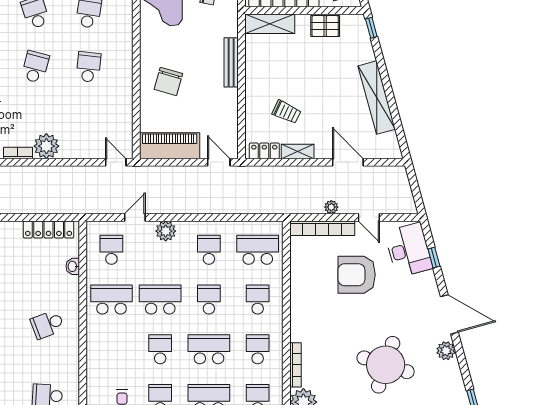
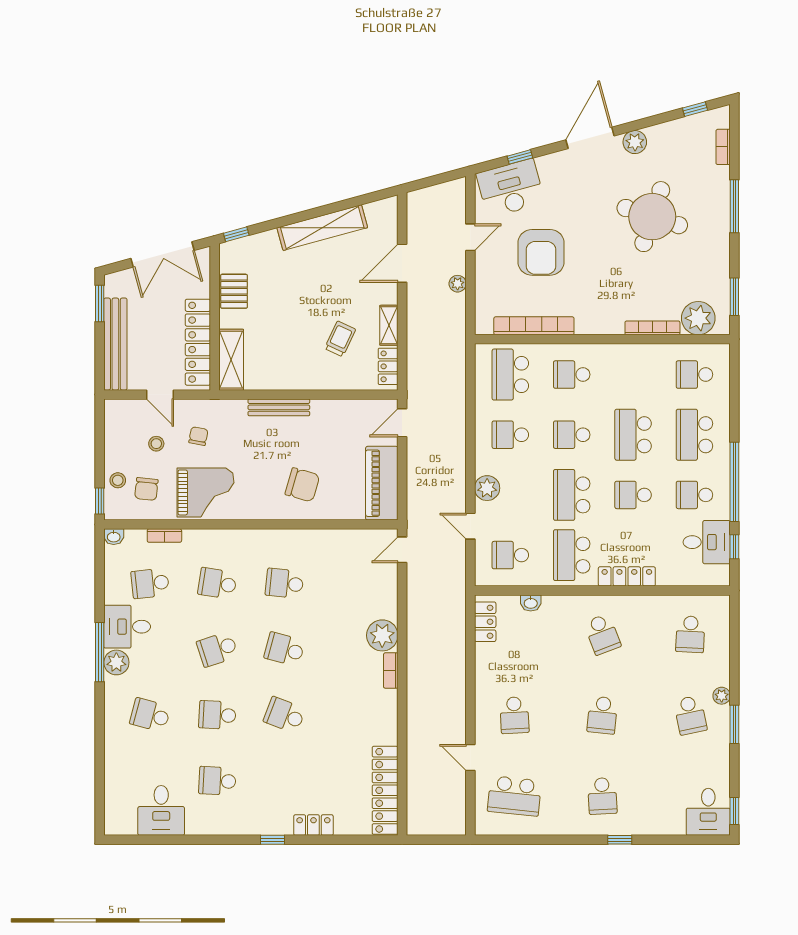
bookcase: (322, 228) -> (534, 326), moved, turned -90
locker: (49, 229) -> (485, 622), width x0.66
locker: (94, 344) -> (627, 576), added
school desk: (258, 349) -> (633, 375), removed

